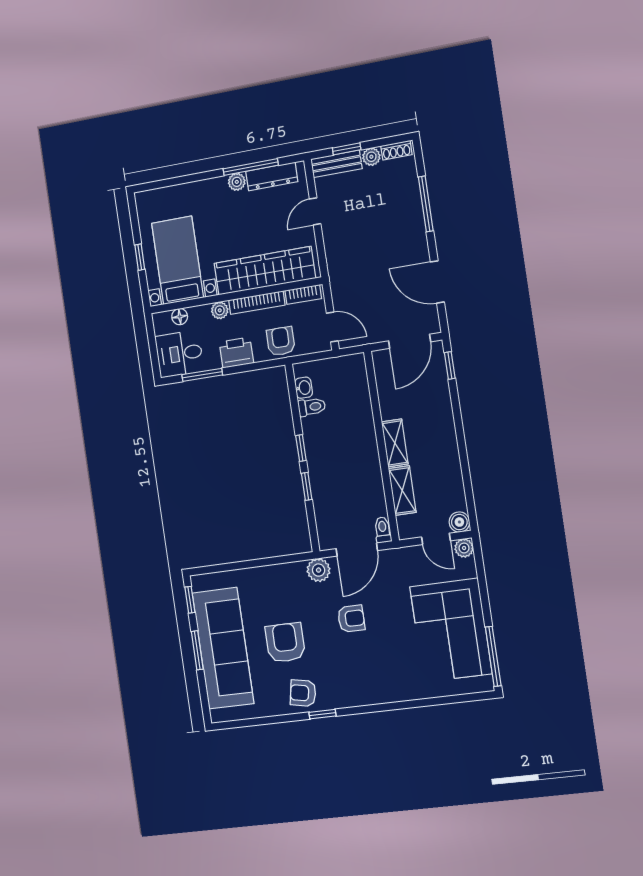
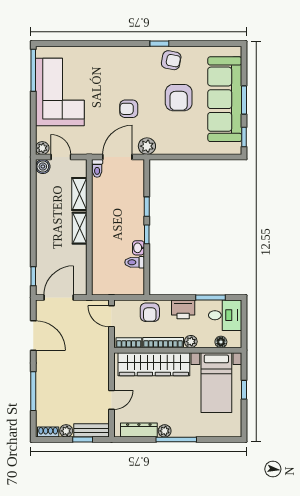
window: (251, 167) -> (176, 440), moved
washbasin: (304, 388) -> (138, 248), moved

